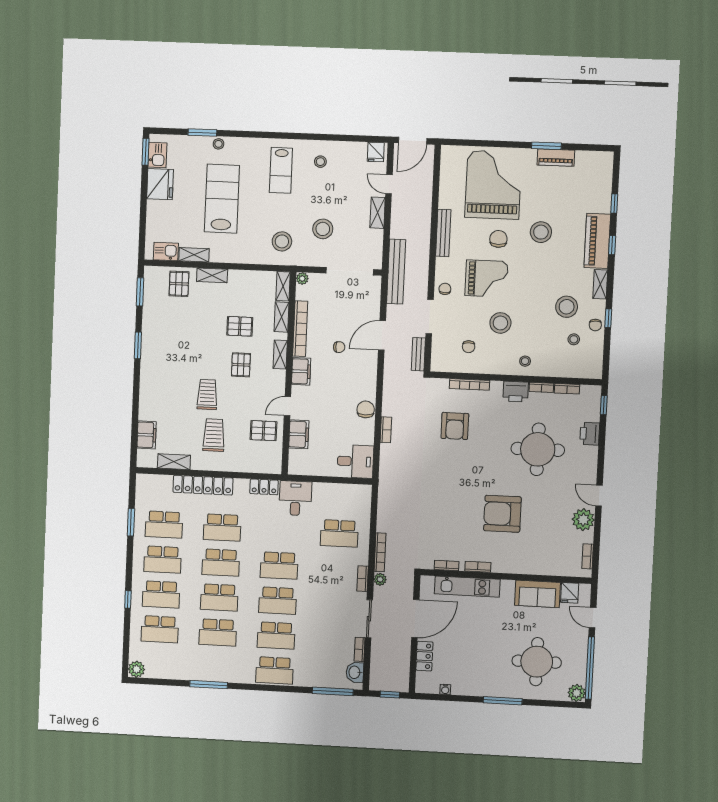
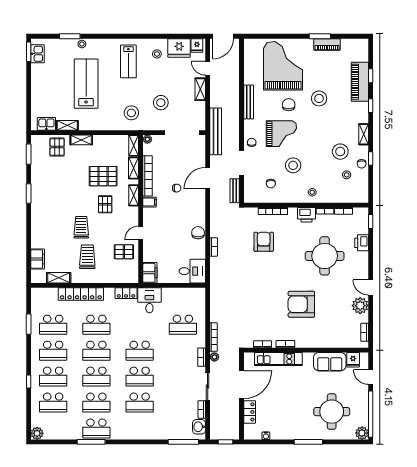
fridge: (160, 184) -> (179, 48), moved, turned 90
piano: (597, 241) -> (360, 82), moved
pallet: (240, 326) -> (103, 176), width x1.50, depth x1.42
filing cabinet: (301, 371) -> (150, 202), width x0.50
armchair: (455, 426) -> (264, 242), turned 180
filing cabinet: (299, 434) -> (150, 273), moved
school desk: (275, 670) -> (96, 429), moved

